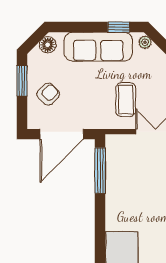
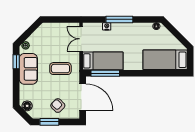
sofa: (98, 47) -> (28, 69), width x0.73
coffee table: (126, 100) -> (60, 69), moved
bed: (120, 167) -> (103, 61), added

